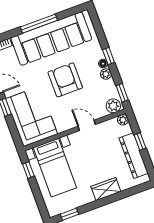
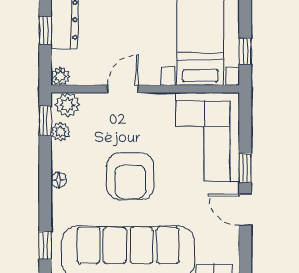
window: (109, 56) -> (45, 245), moved
plant: (106, 74) -> (60, 132), moved
door: (87, 125) -> (123, 89), swing flipped

